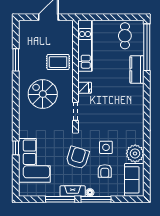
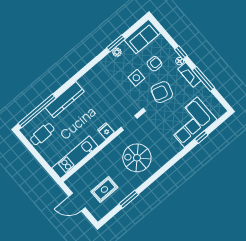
rug: (58, 62) -> (104, 189), moved, turned 90
kitchen counter: (137, 70) -> (65, 100), width x1.50
spiral stairs: (43, 94) -> (137, 158), turned 90
window: (16, 148) -> (201, 137), moved
plant: (135, 153) -> (117, 52), width x0.53, depth x0.53
window: (147, 155) -> (116, 43), added
window: (96, 199) -> (181, 52), width x0.46

